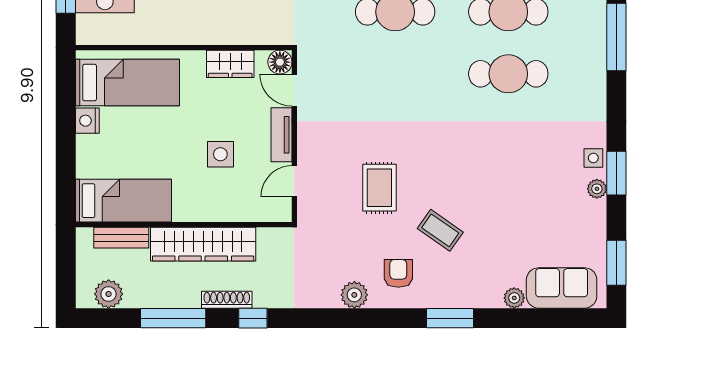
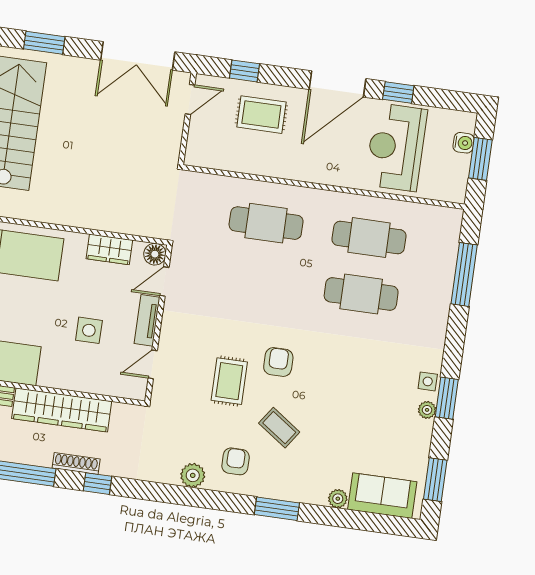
door: (294, 90) -> (164, 282), hinge flipped
armchair: (429, 160) -> (278, 362), added

